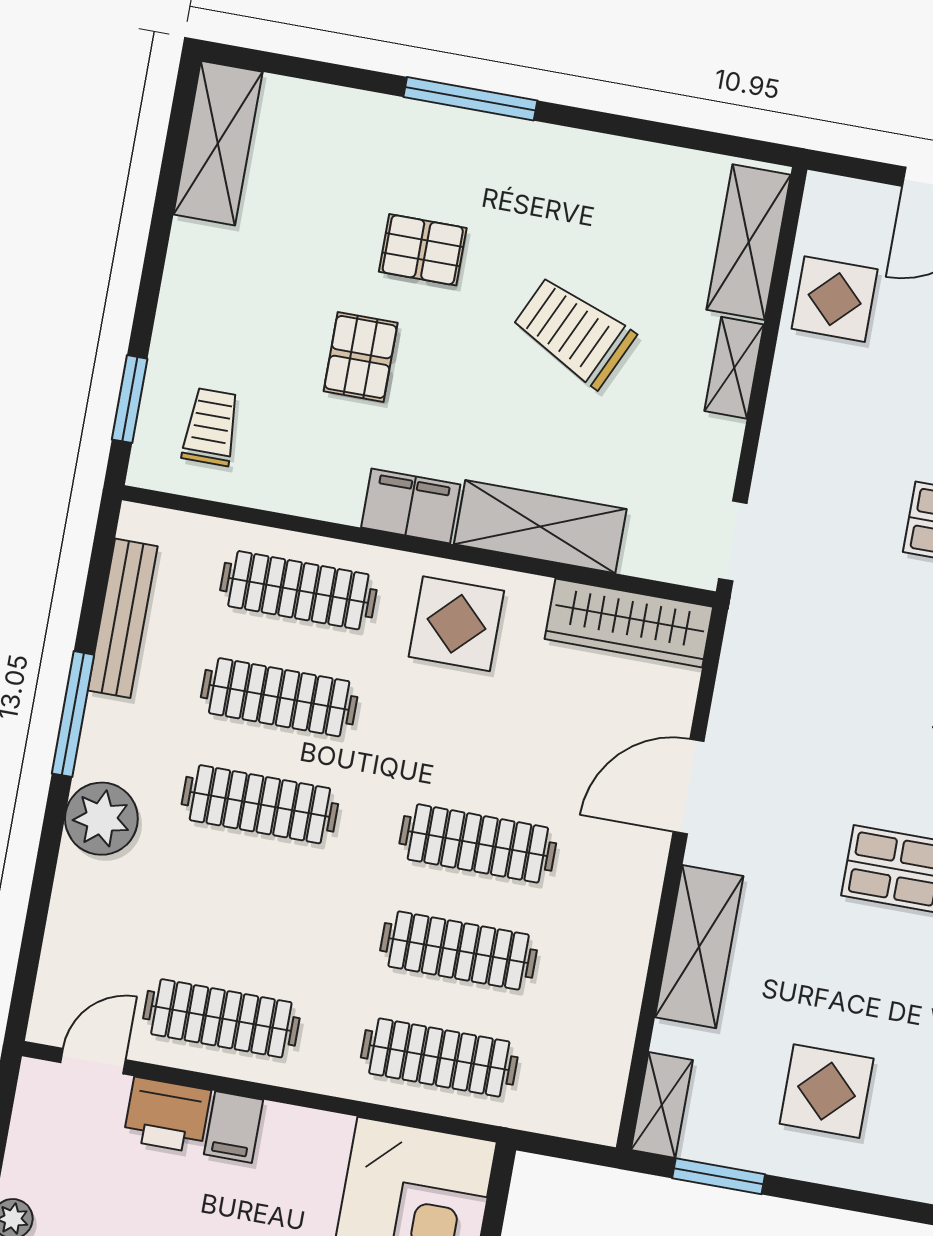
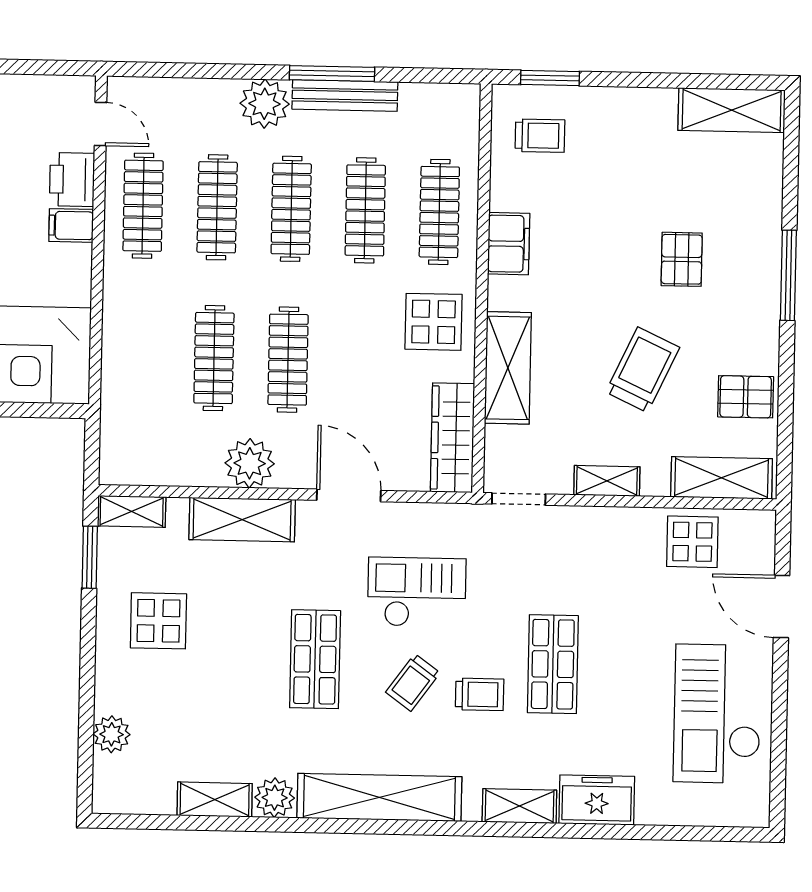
pallet: (361, 357) -> (746, 397), moved
shelving: (734, 368) -> (607, 481), moved
filing cabinet: (411, 506) -> (509, 244), moved
bench: (123, 618) -> (345, 95), moved
checkout: (844, 710) -> (417, 592), added
plant: (619, 923) -> (250, 463), added
clothes rail: (439, 1057) -> (217, 207), moved

